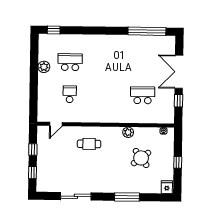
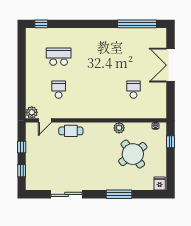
plant: (44, 67) -> (32, 112), moved
school desk: (143, 95) -> (134, 90), width x0.54
window: (179, 101) -> (170, 95), removed
cafe table: (89, 144) -> (71, 131), moved
round table: (141, 158) -> (133, 154), width x1.36, depth x1.36
window: (178, 162) -> (170, 142), moved

